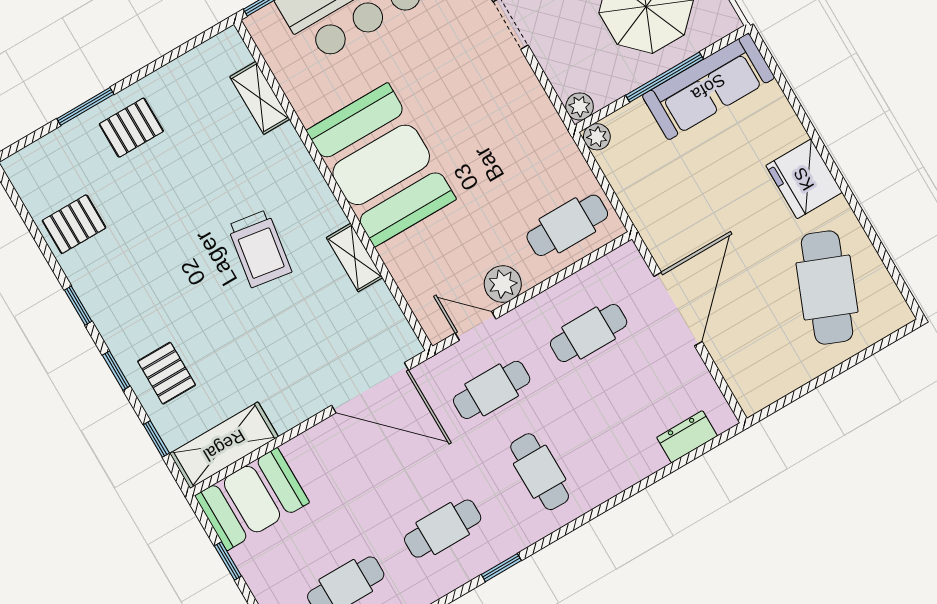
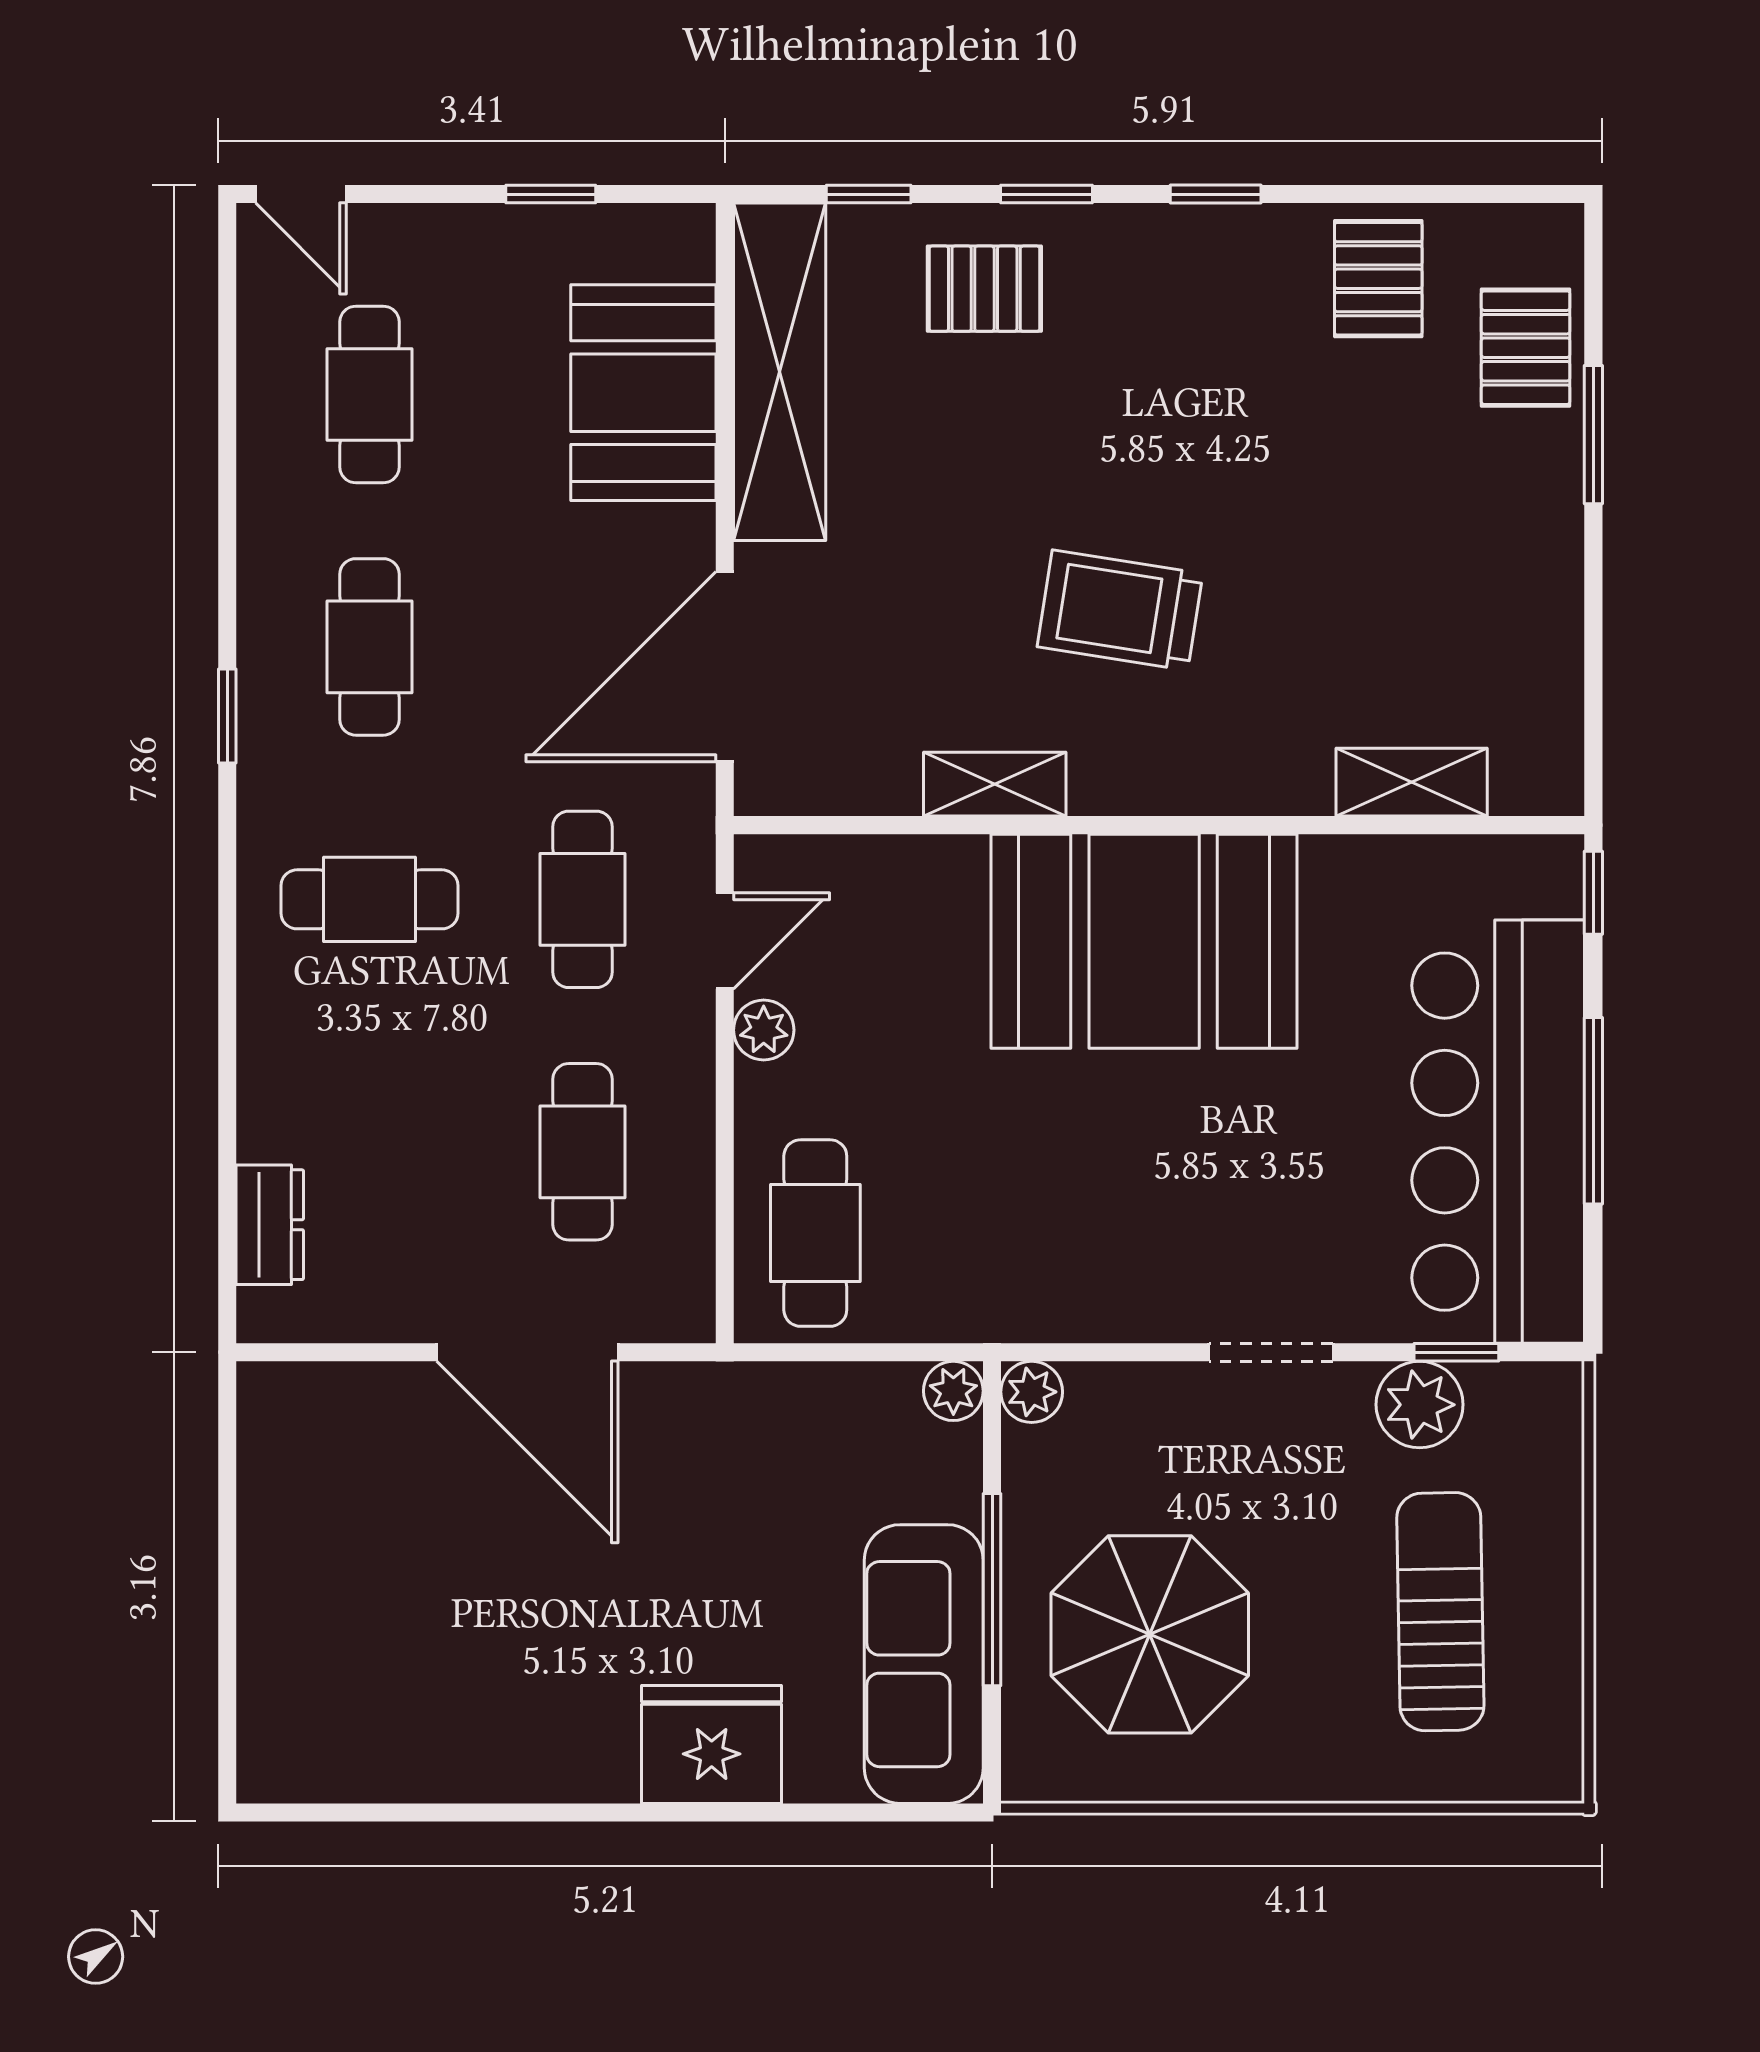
pallet: (131, 128) -> (1526, 348), moved
fridge: (804, 179) -> (712, 1744), moved
plant: (503, 284) -> (764, 1030), width x0.73, depth x0.73
cafe table: (827, 288) -> (400, 1665), removed
shelving: (224, 445) -> (780, 372), width x1.47
booth: (252, 499) -> (643, 393), moved

